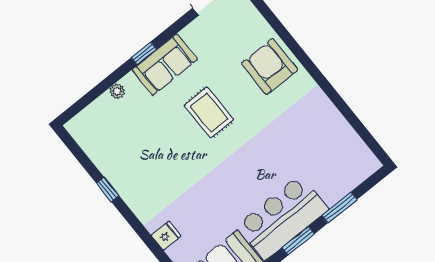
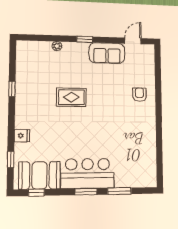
sofa: (165, 65) -> (107, 53), moved
armchair: (270, 67) -> (139, 95), width x0.53, depth x0.53
rug: (209, 113) -> (71, 97), moved, turned 90

